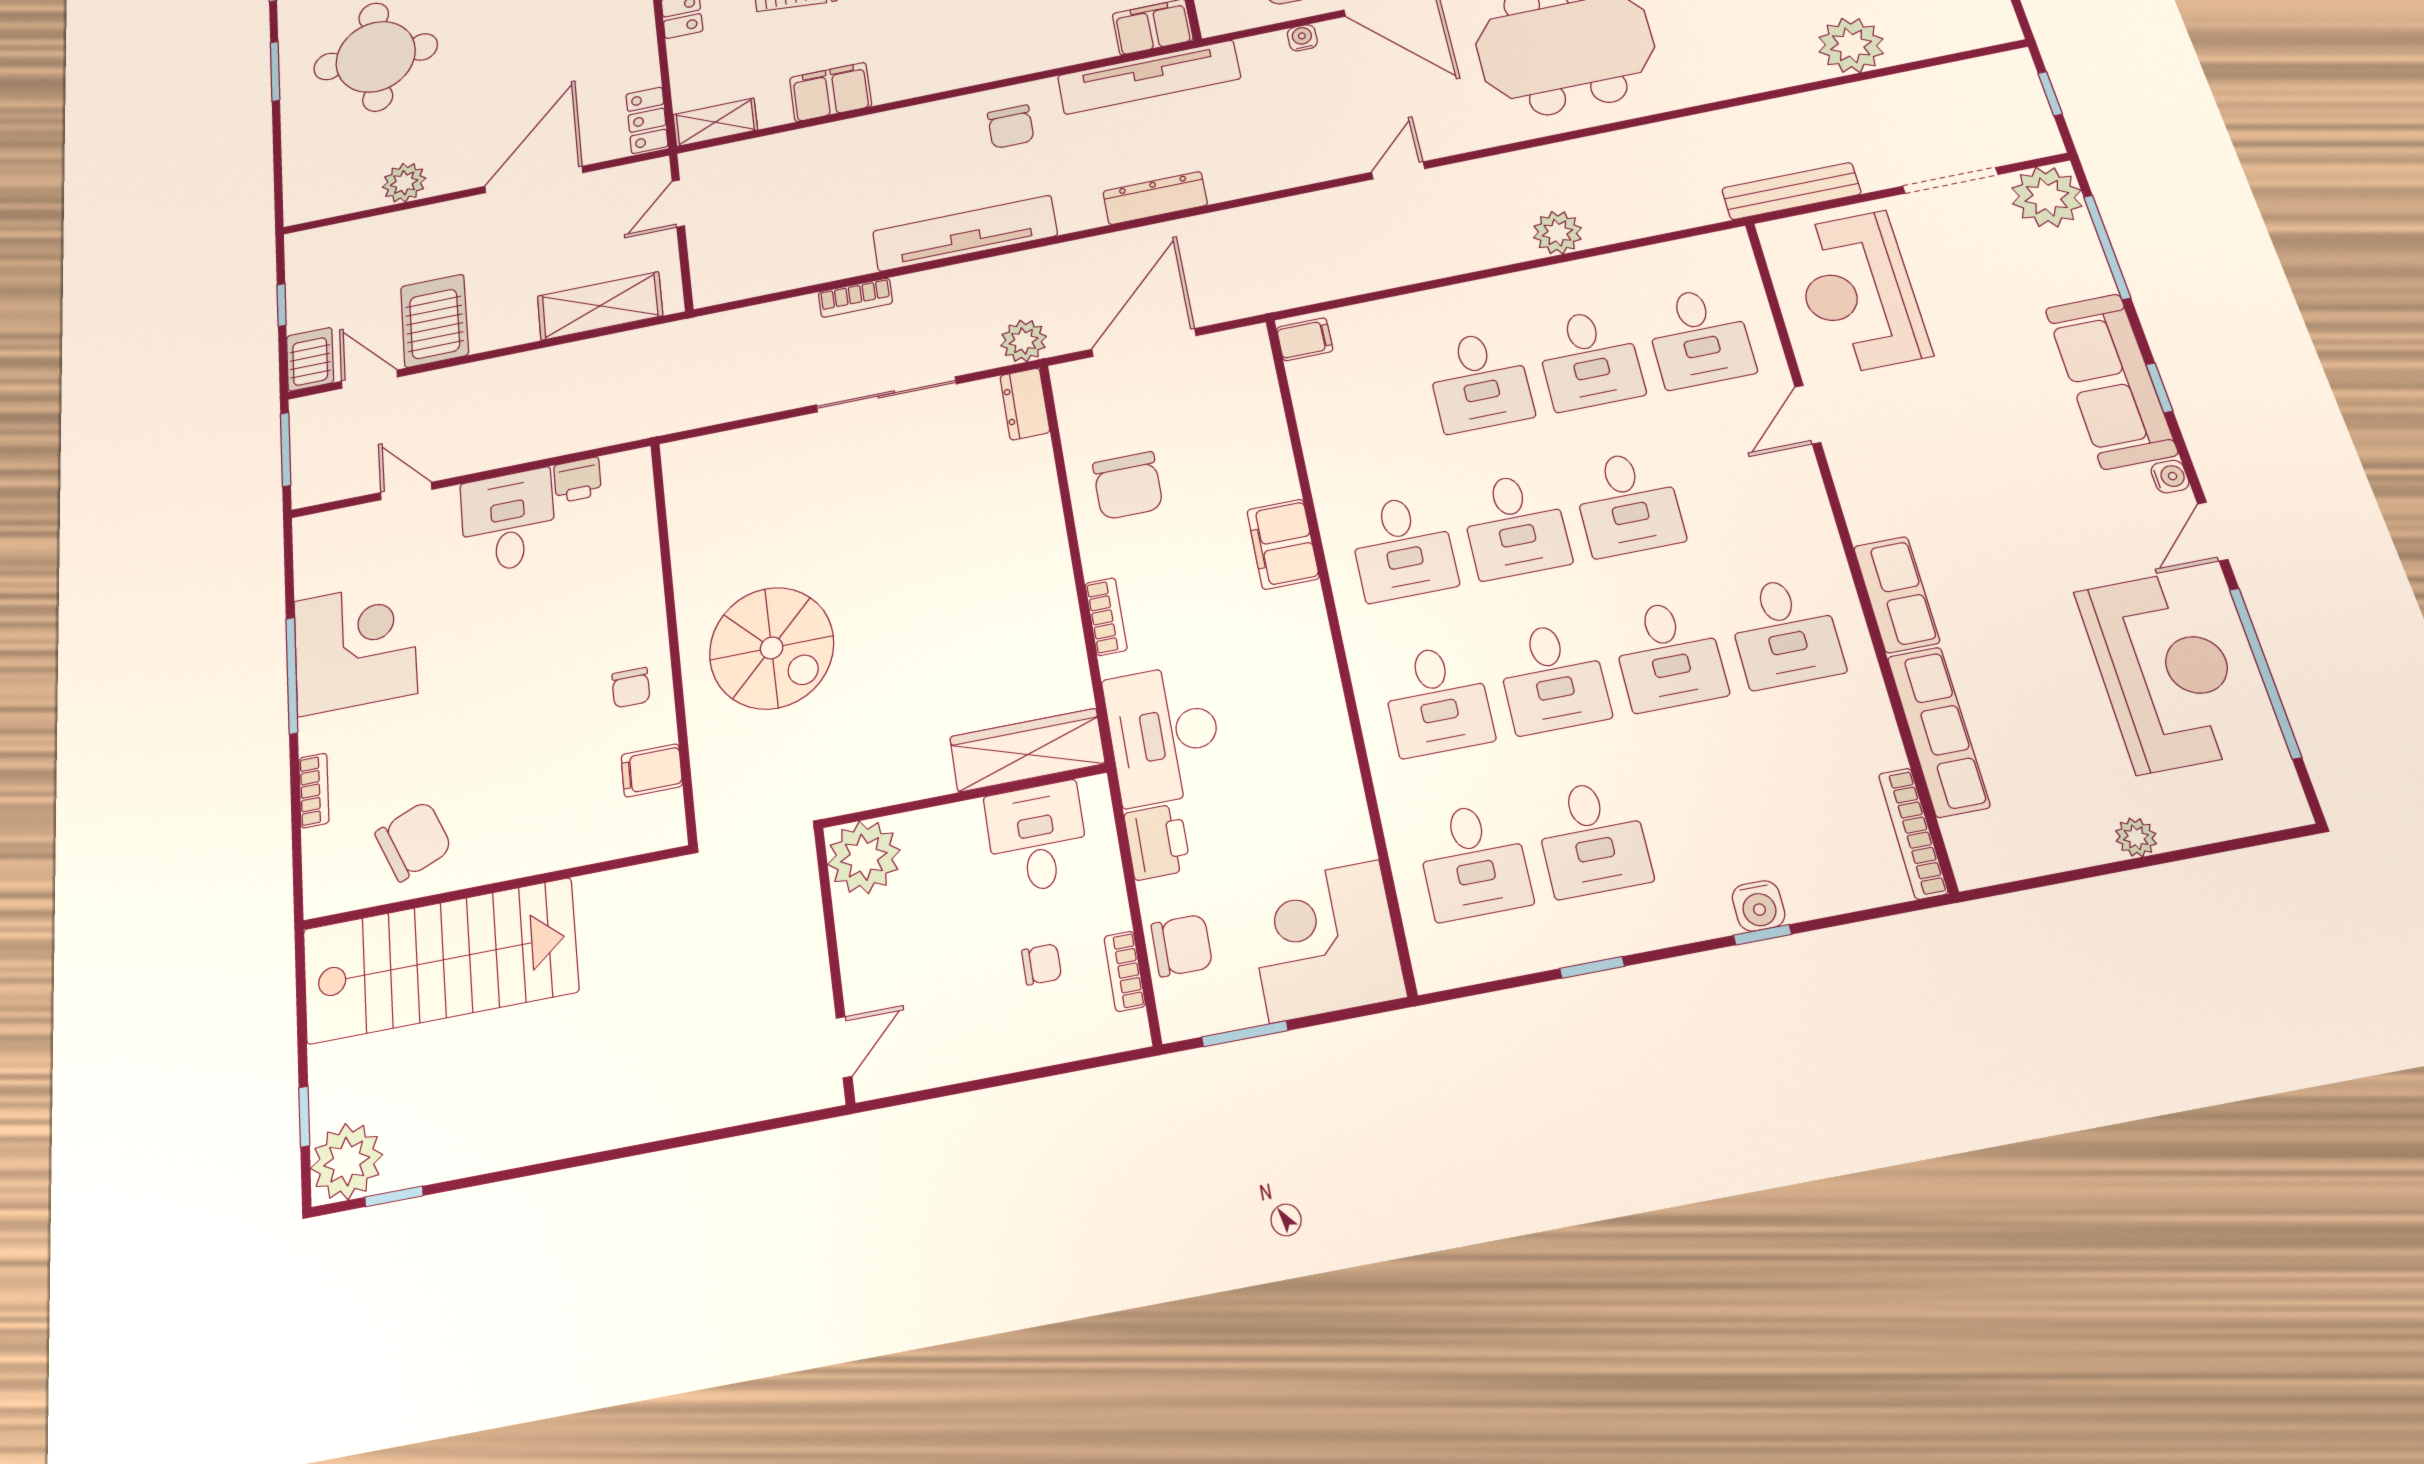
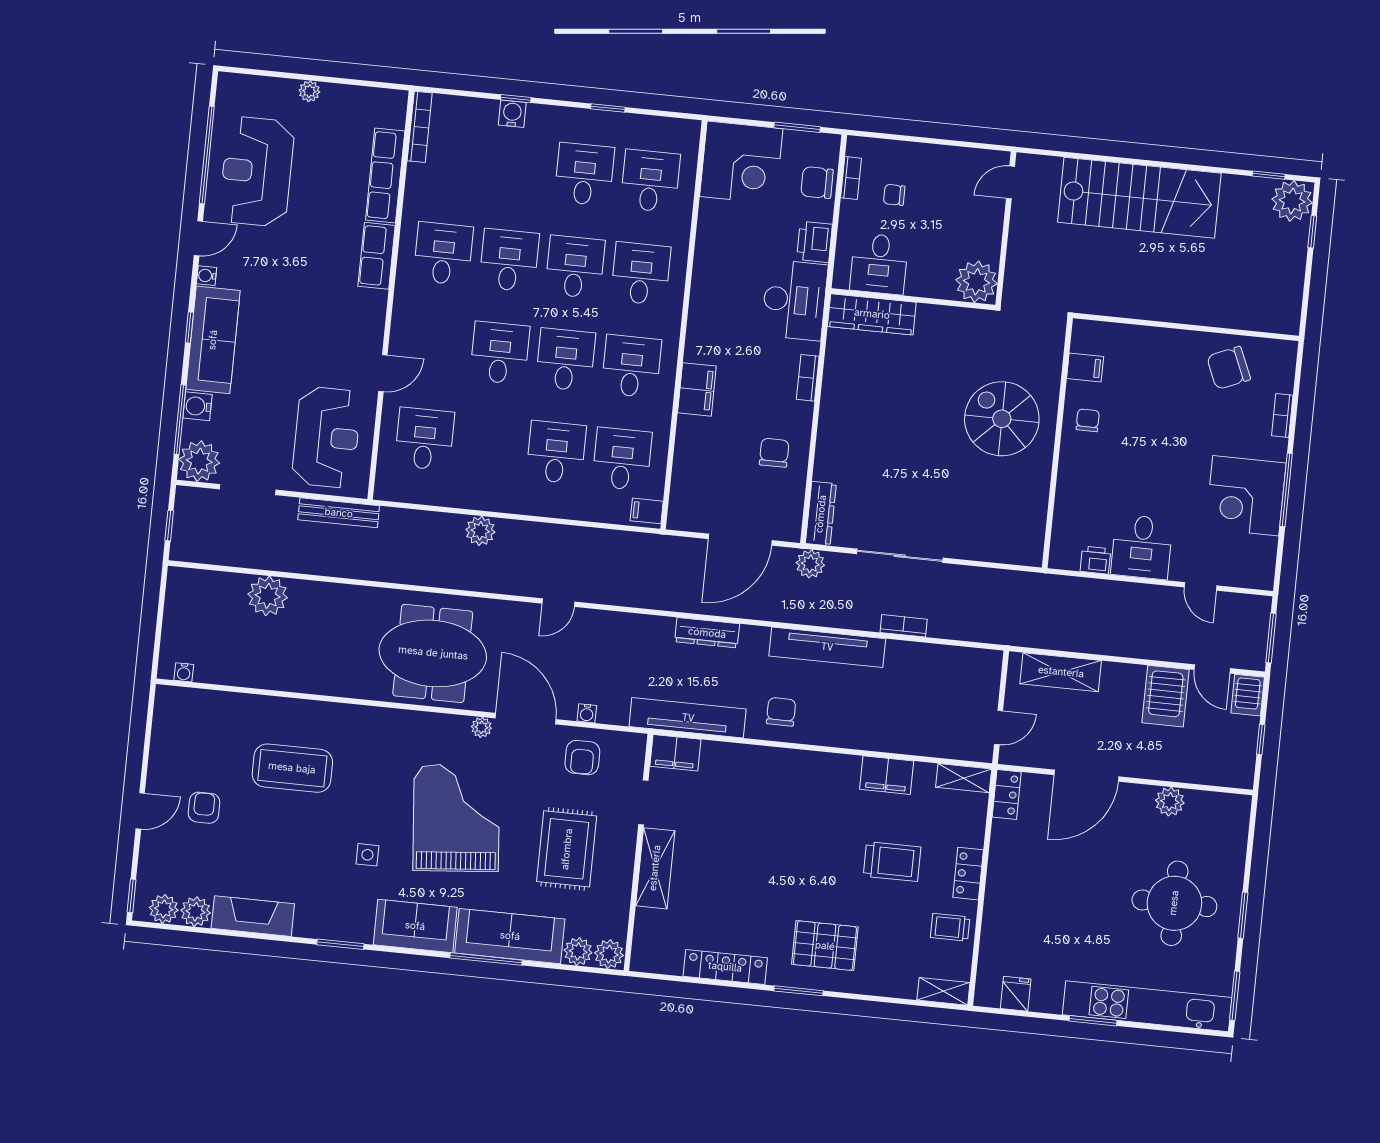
water cooler: (2088, 275) -> (197, 406), added
desk: (1589, 359) -> (622, 459), moved
dresser: (1025, 404) -> (821, 514), width x1.44
chair: (1128, 486) -> (774, 453), width x0.73, depth x0.73
stairs: (440, 960) -> (1139, 198), moved, turned 180

